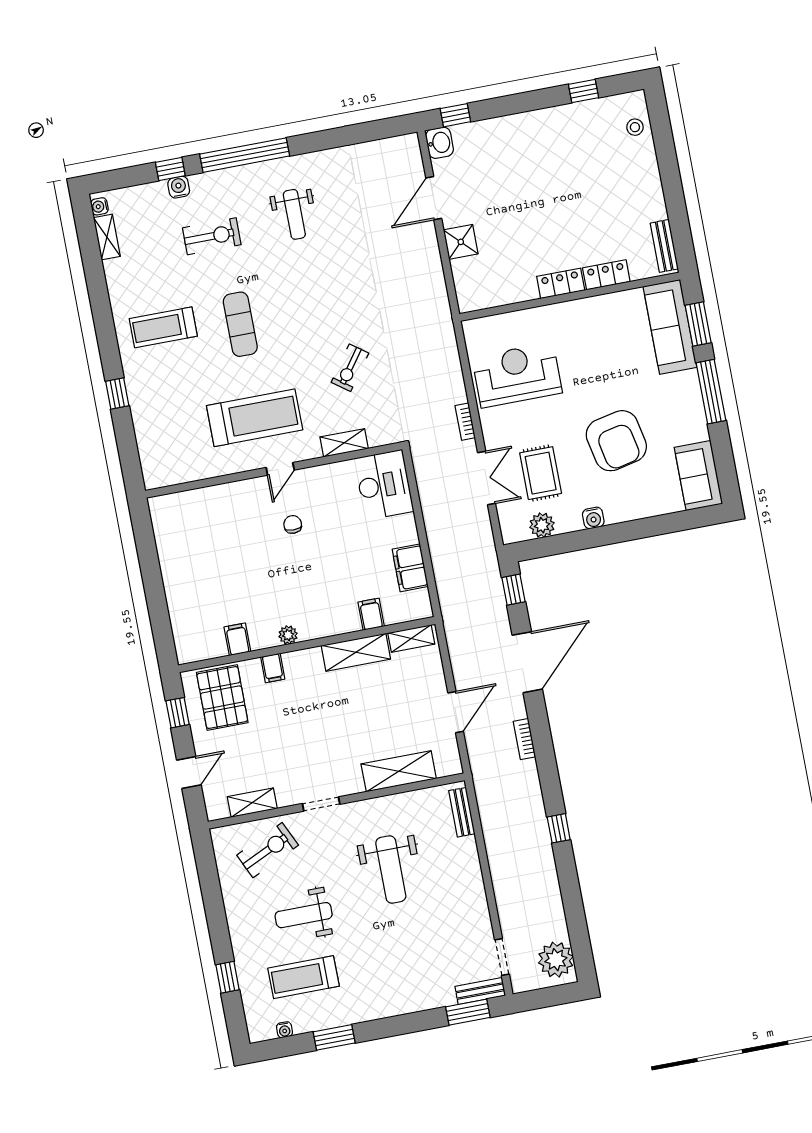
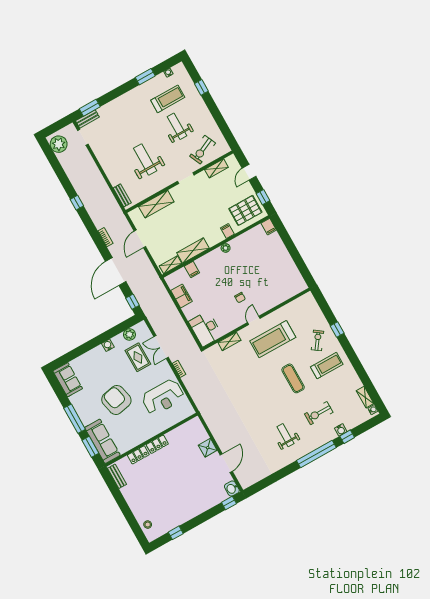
exercise bike: (350, 368) -> (317, 340), moved
armchair: (616, 441) -> (116, 400), moved
filing cabinet: (237, 639) -> (269, 227), moved
pallet: (222, 698) -> (245, 210), turned 90
weight bench: (304, 915) -> (177, 126), turned -90

